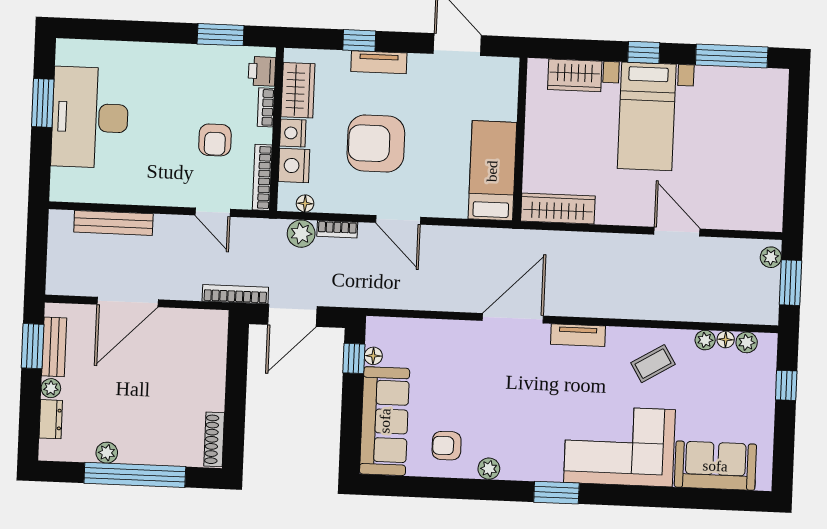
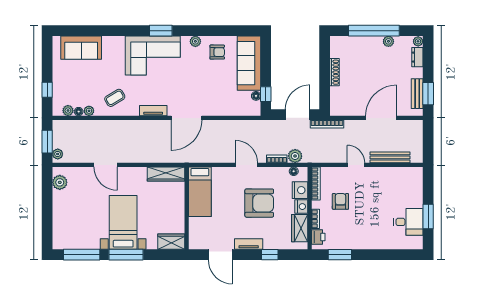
window: (644, 52) -> (126, 255), width x2.17
tv unit: (379, 62) -> (249, 244), moved
wardrobe: (575, 75) -> (171, 242), moved
desk: (90, 117) -> (408, 222), width x0.53, depth x0.77
plant: (769, 201) -> (60, 182), added
door: (213, 212) -> (356, 165), moved
plant: (51, 388) -> (418, 41), moved
shoe rack: (214, 439) -> (335, 72), moved
corner sofa: (620, 446) -> (153, 56), moved

